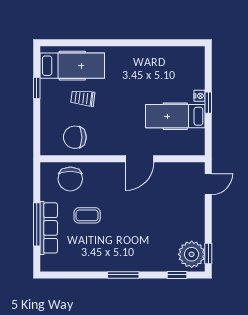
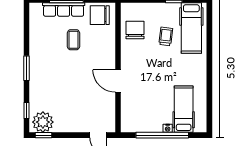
window: (208, 103) -> (162, 135), width x3.17
hospital bed: (175, 116) -> (184, 109), moved
chair: (70, 179) -> (100, 15), moved

